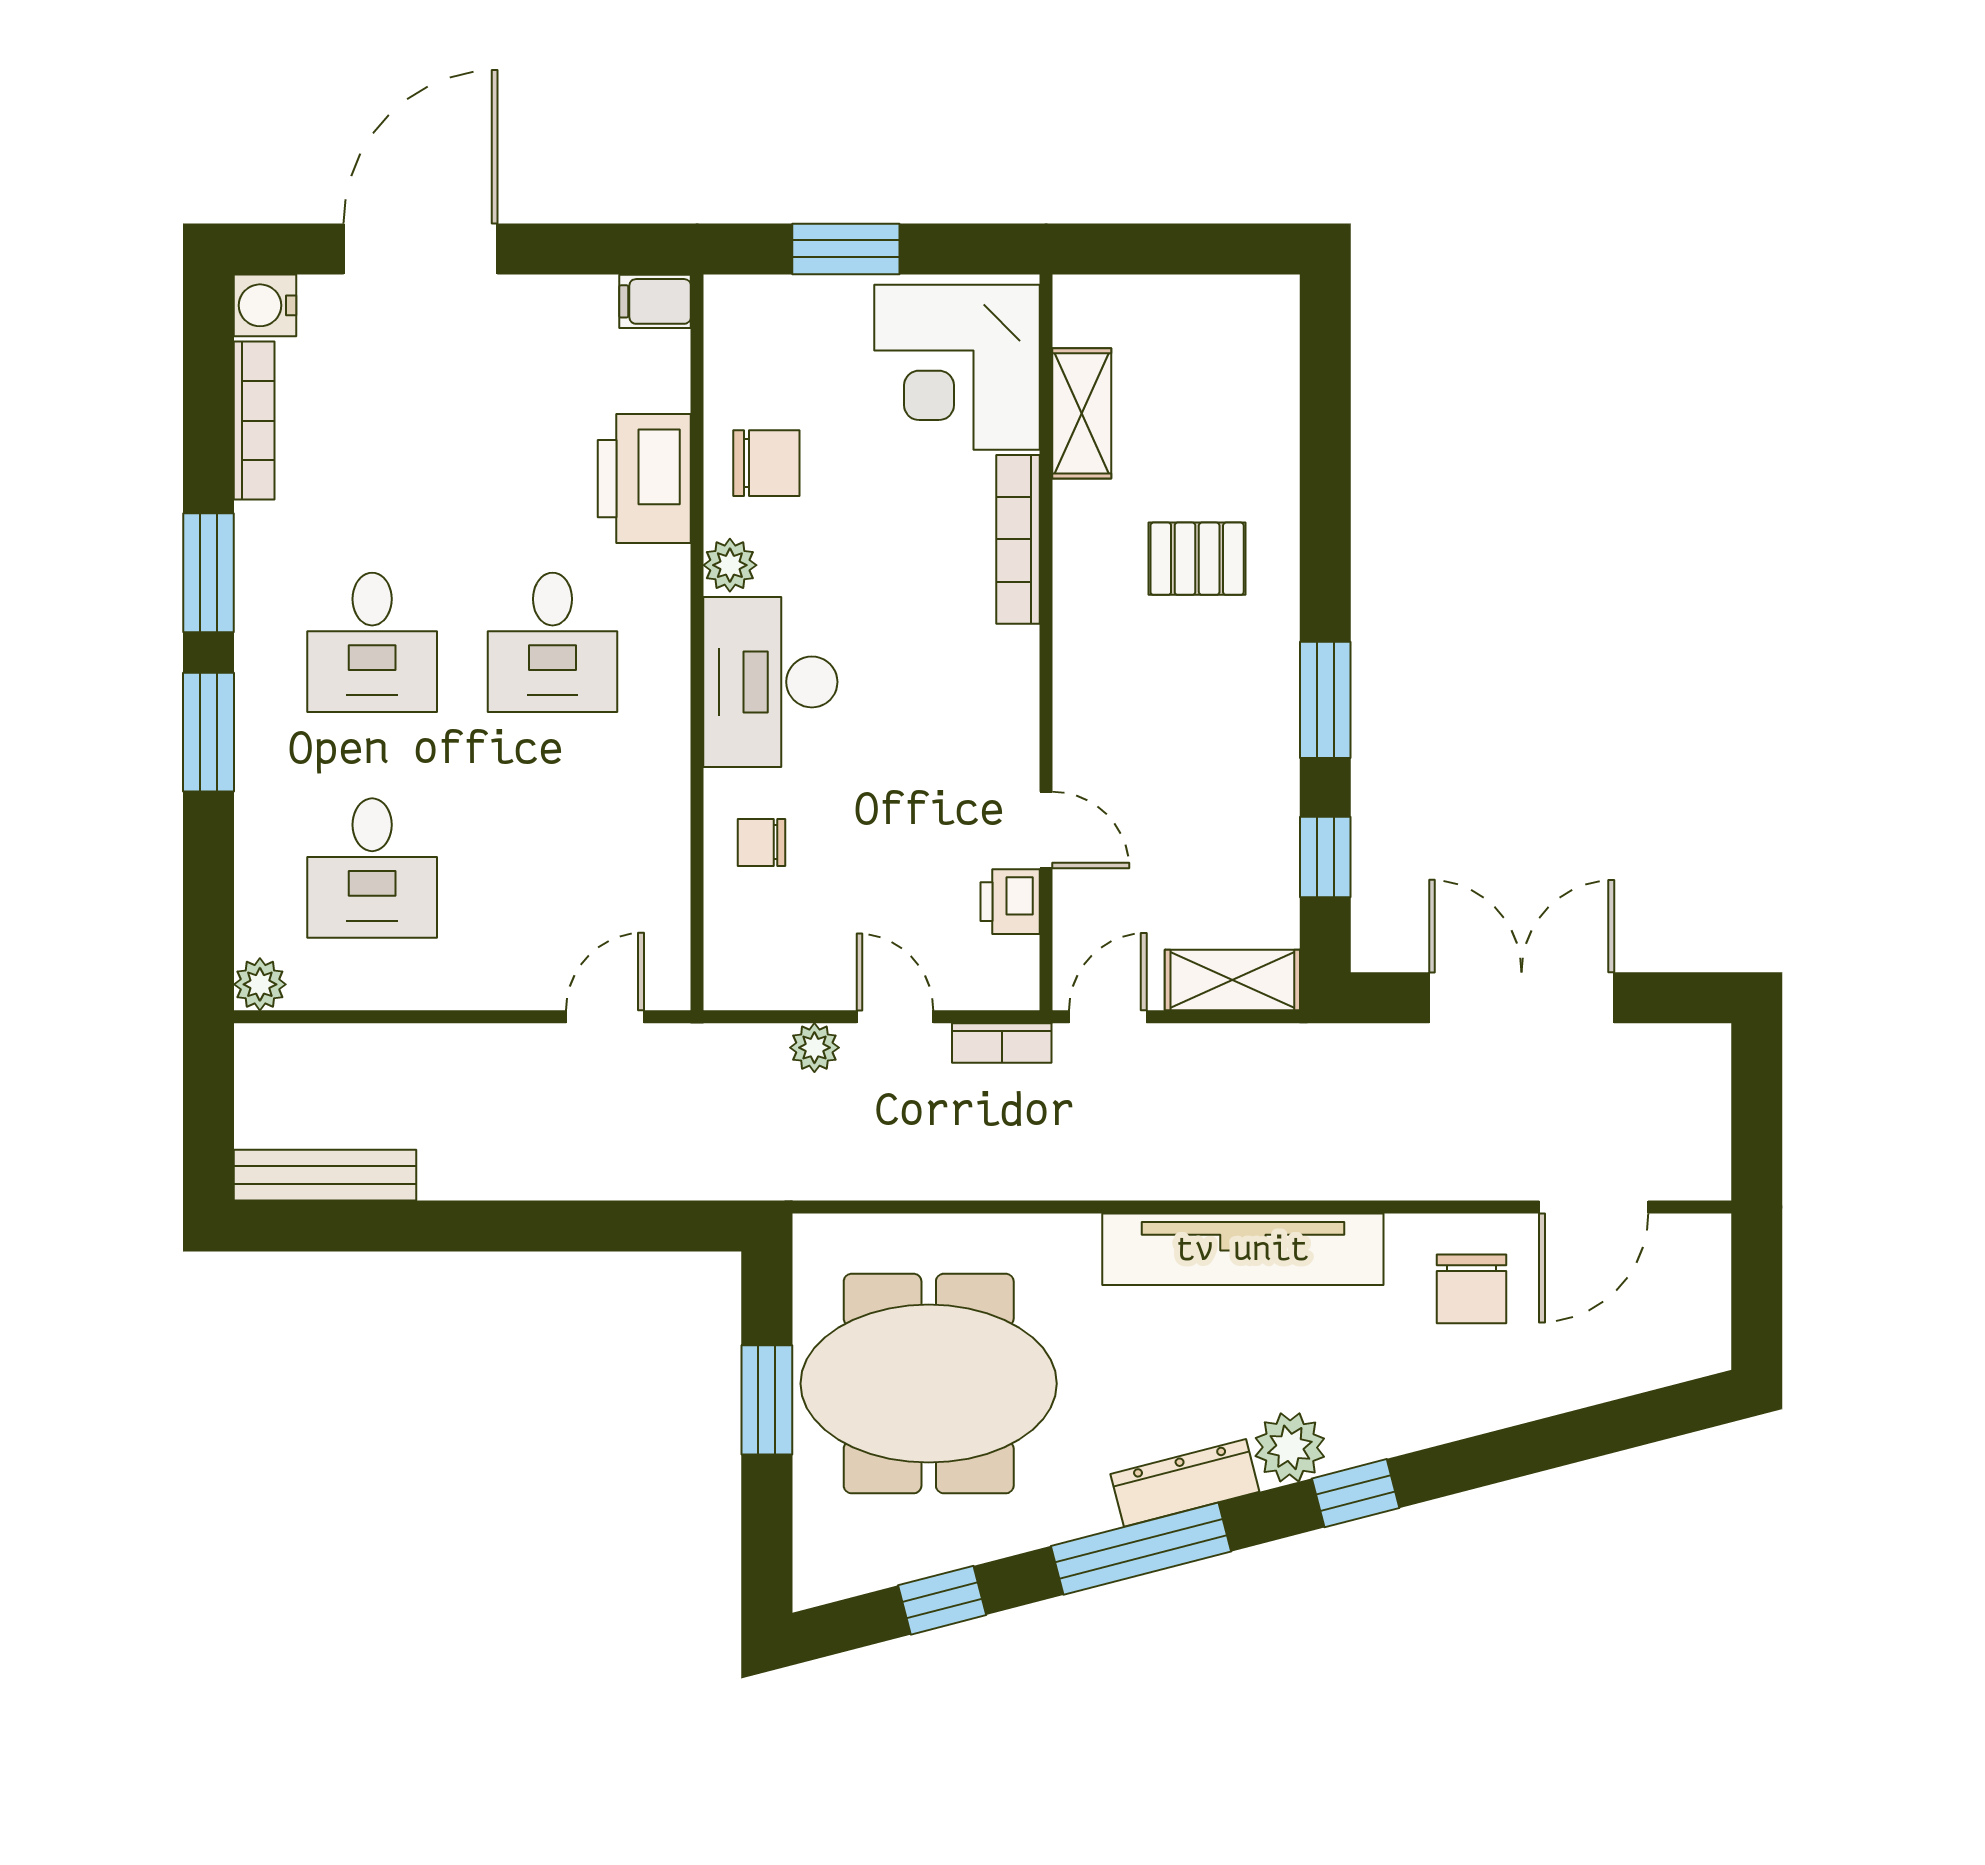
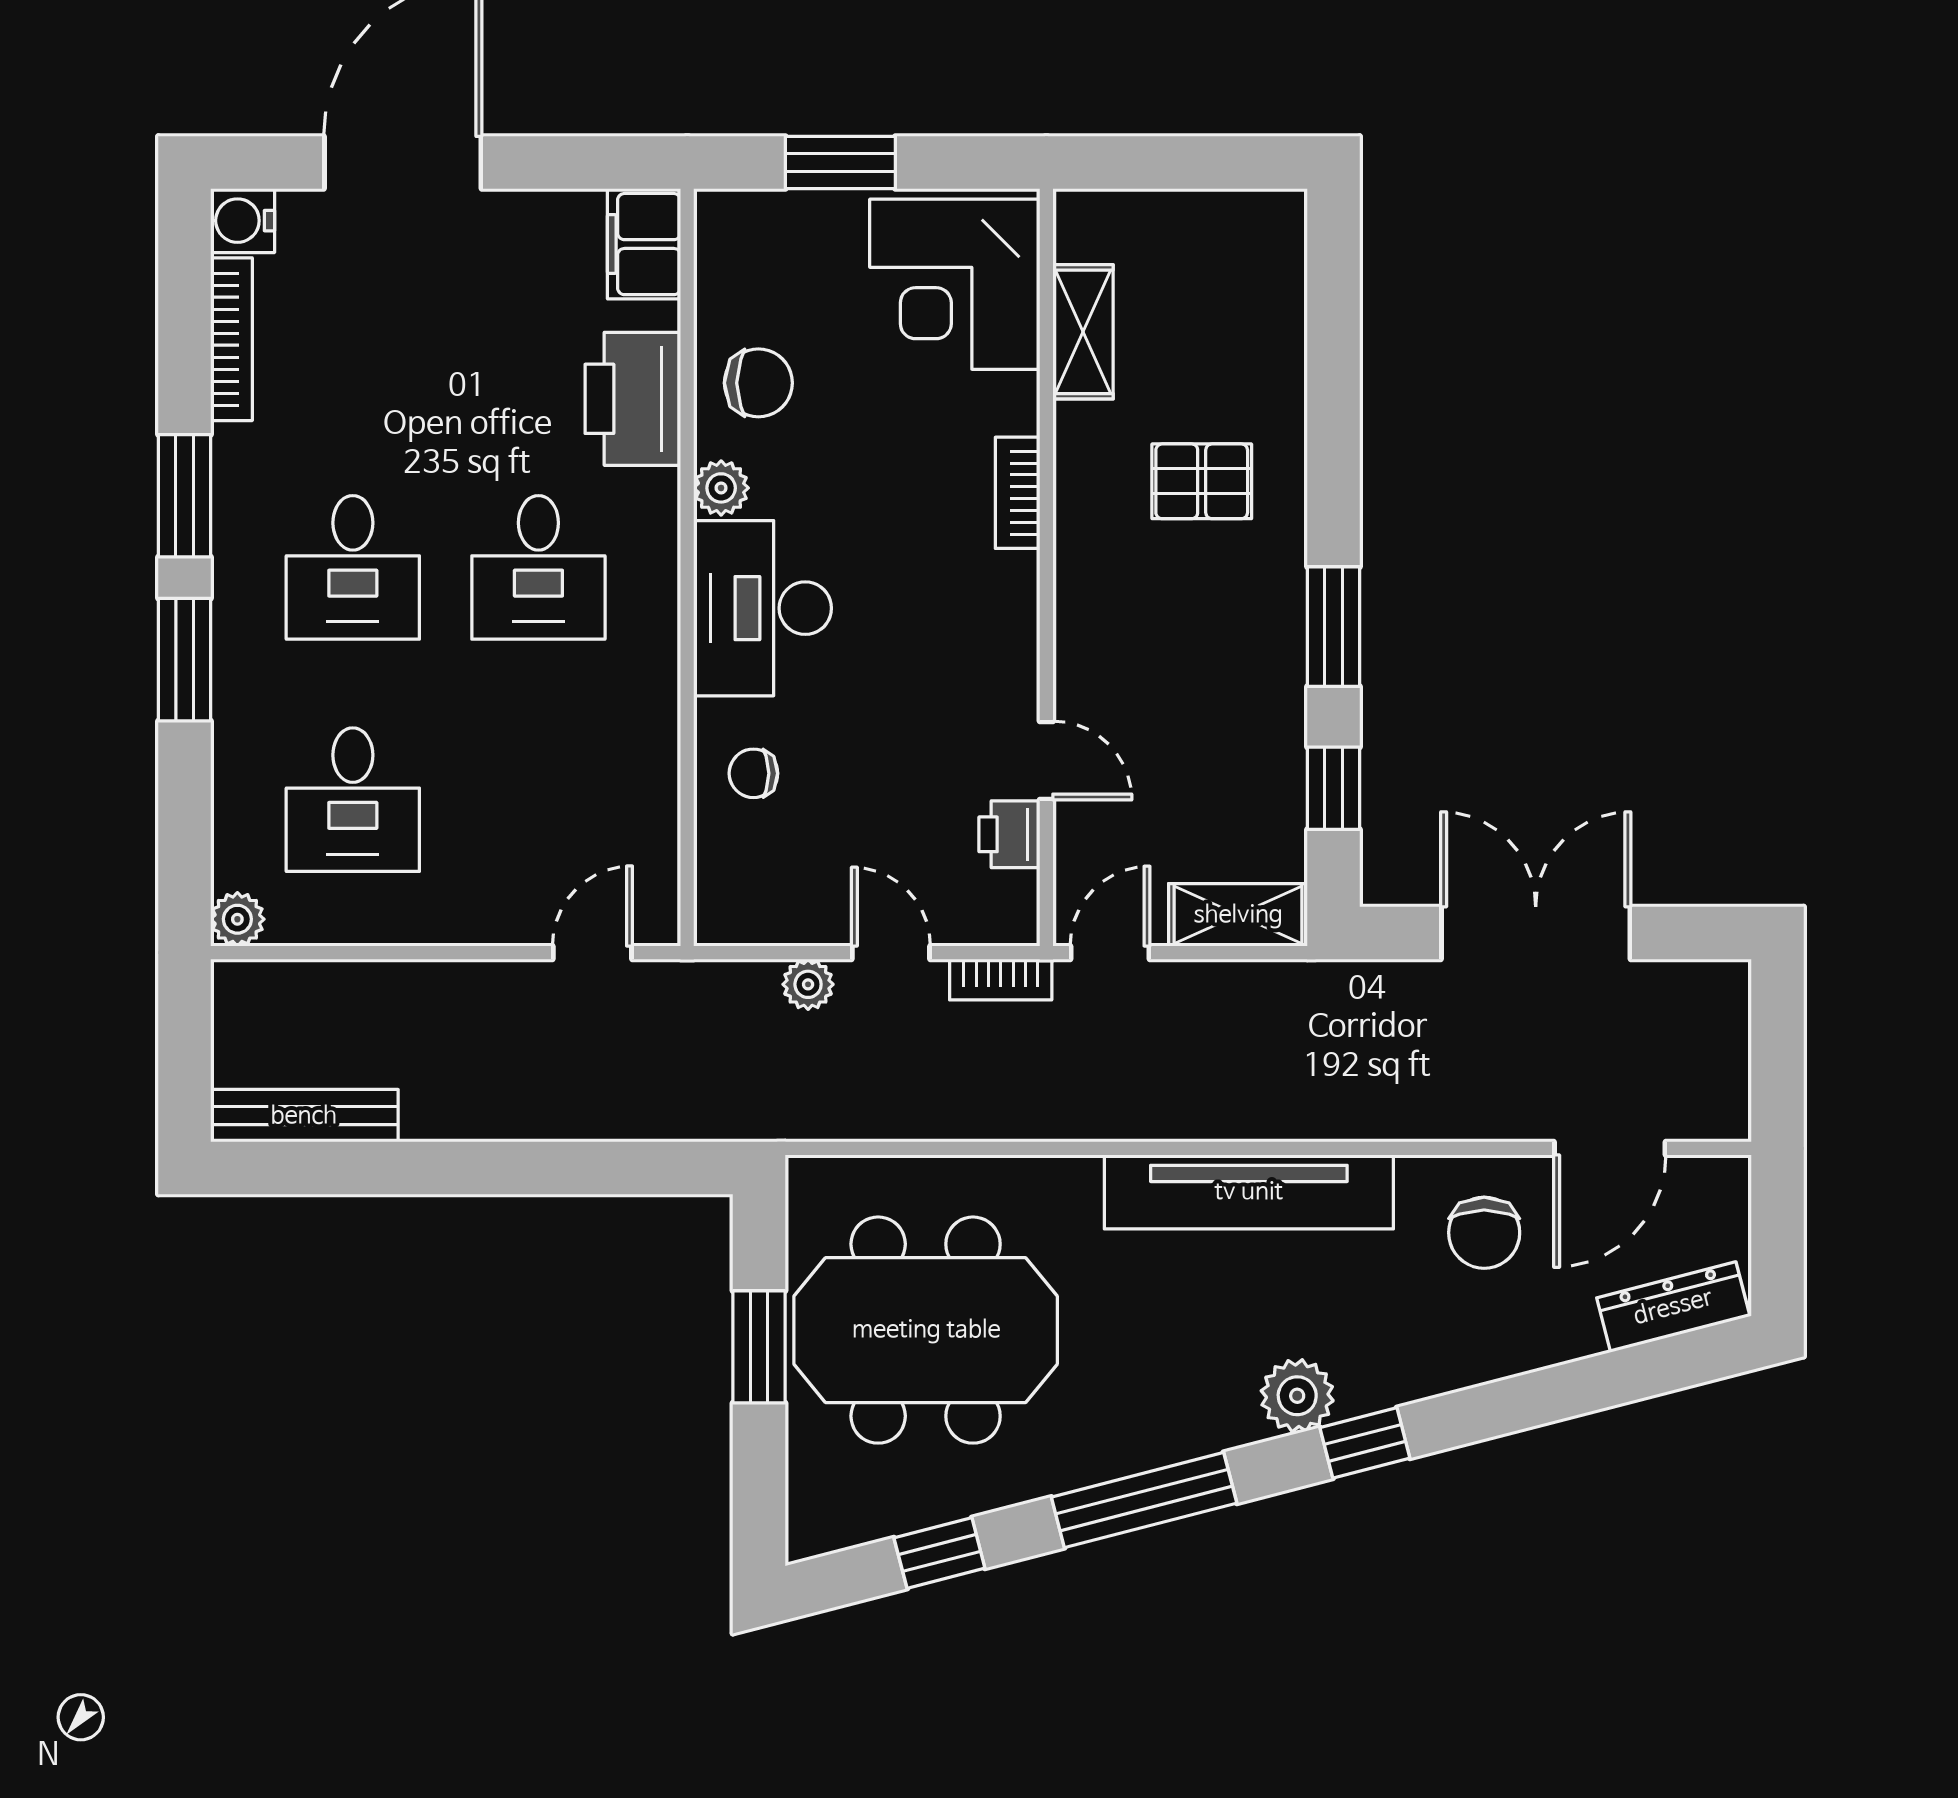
filing cabinet: (655, 301) -> (644, 244), width x2.00
bookcase: (1018, 539) -> (1018, 493), width x0.64
dresser: (1185, 1483) -> (1673, 1307), moved

